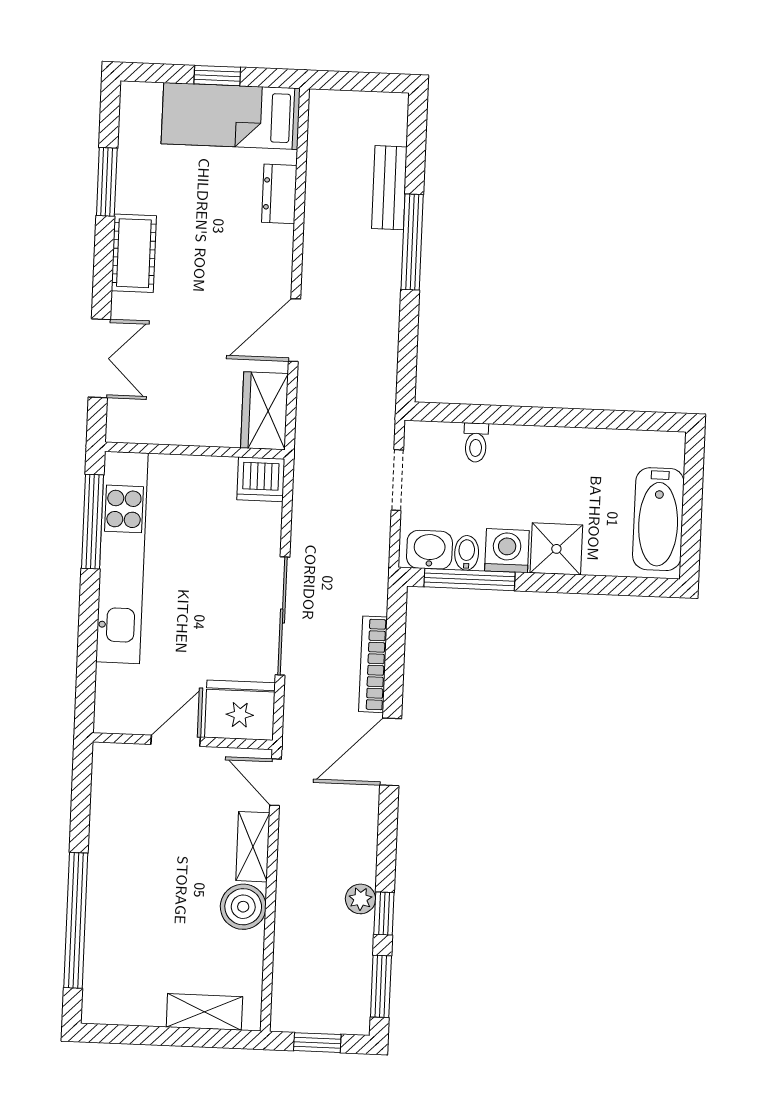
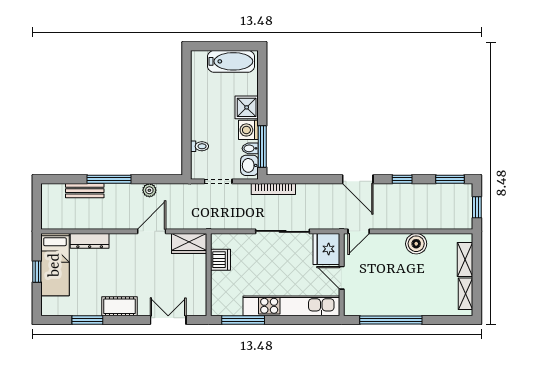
dresser: (279, 194) -> (90, 241), width x1.44
door: (294, 330) -> (152, 231), swing flipped
dishwasher: (261, 479) -> (220, 260), moved
kitchen unit: (122, 557) -> (291, 306), moved
bookcase: (373, 664) -> (273, 189), moved
door: (391, 752) -> (358, 179), moved
shelving: (253, 847) -> (466, 294), moved, turned 90
plant: (360, 899) -> (149, 190), moved
window: (384, 913) -> (402, 179), moved
window: (76, 920) -> (391, 320), moved

